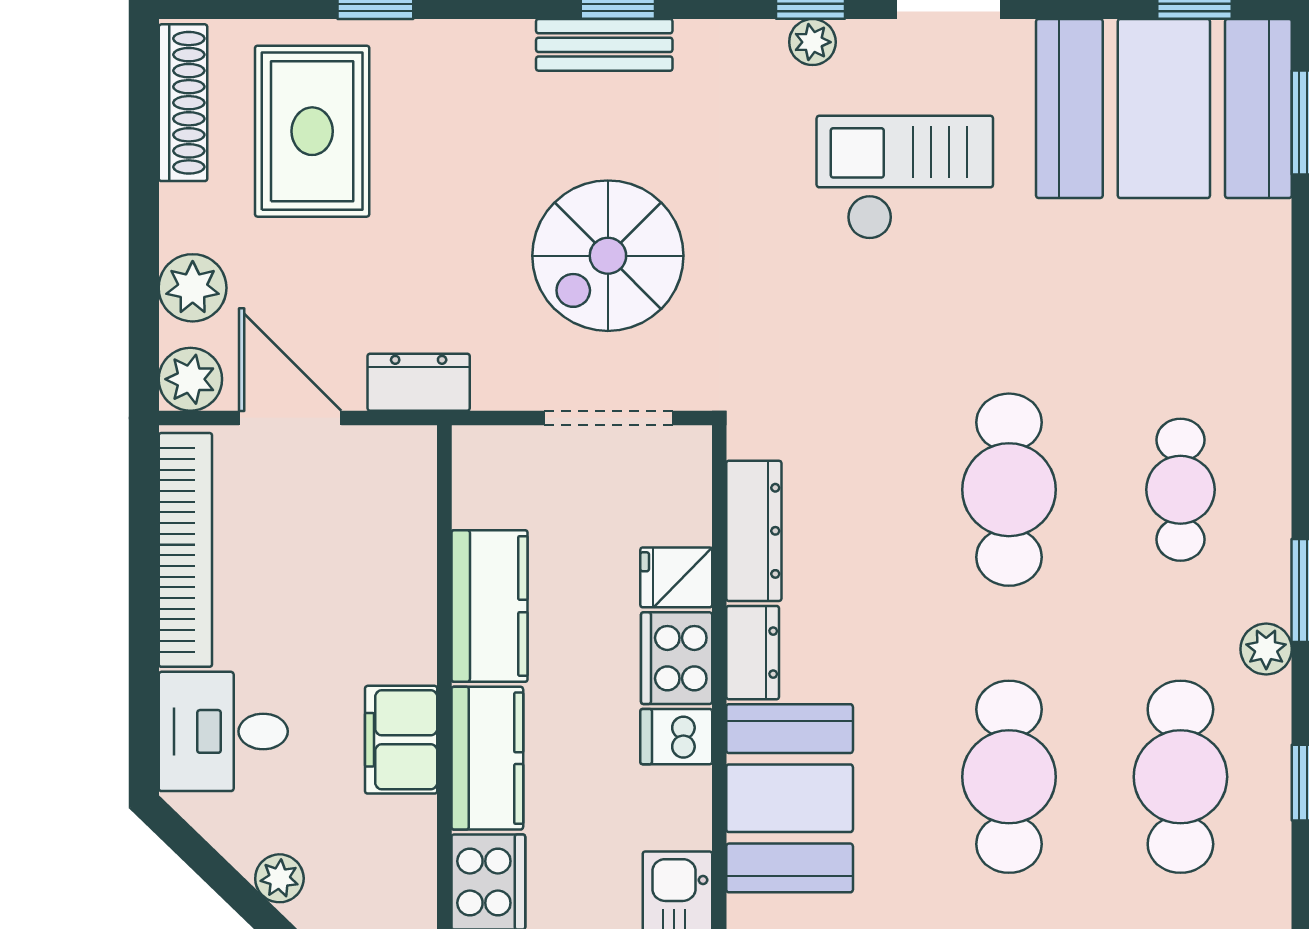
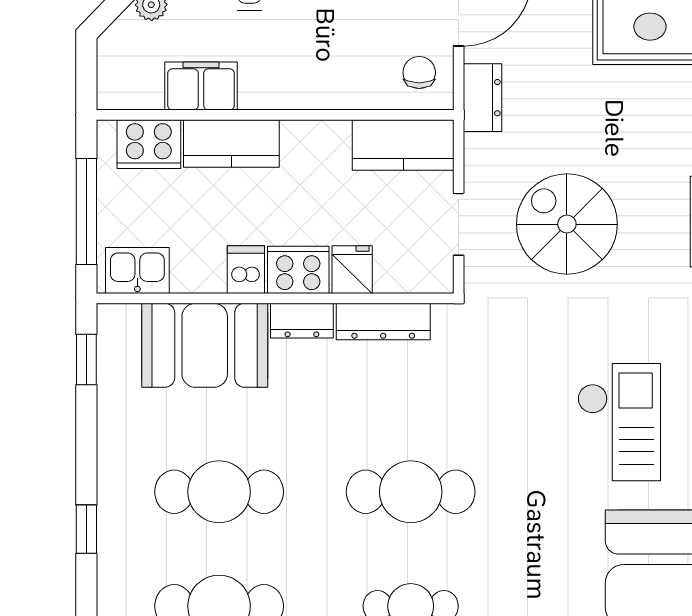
doorway: (608, 418) -> (459, 224), width x0.73
chair: (381, 477) -> (419, 72), added
kitchen counter: (490, 606) -> (403, 145), moved
filing cabinet: (401, 740) -> (201, 86), moved

